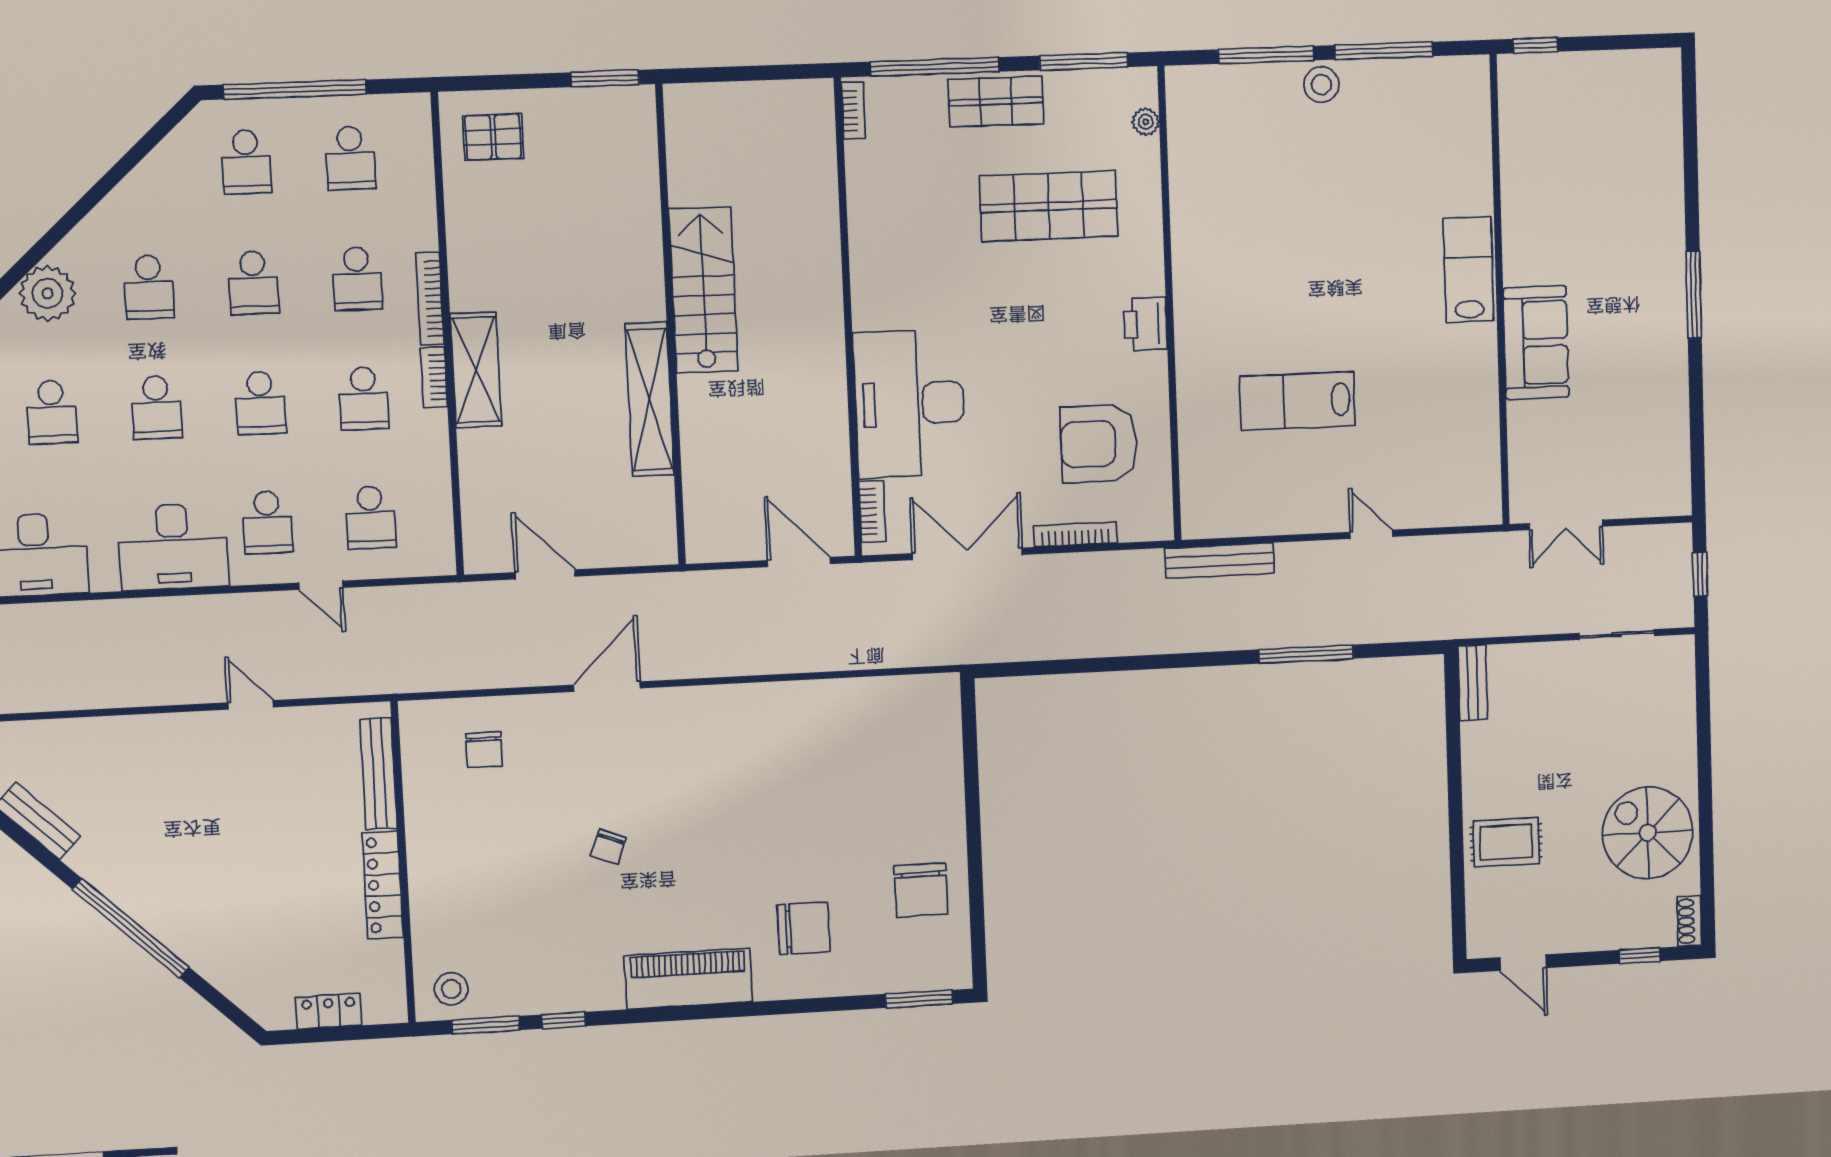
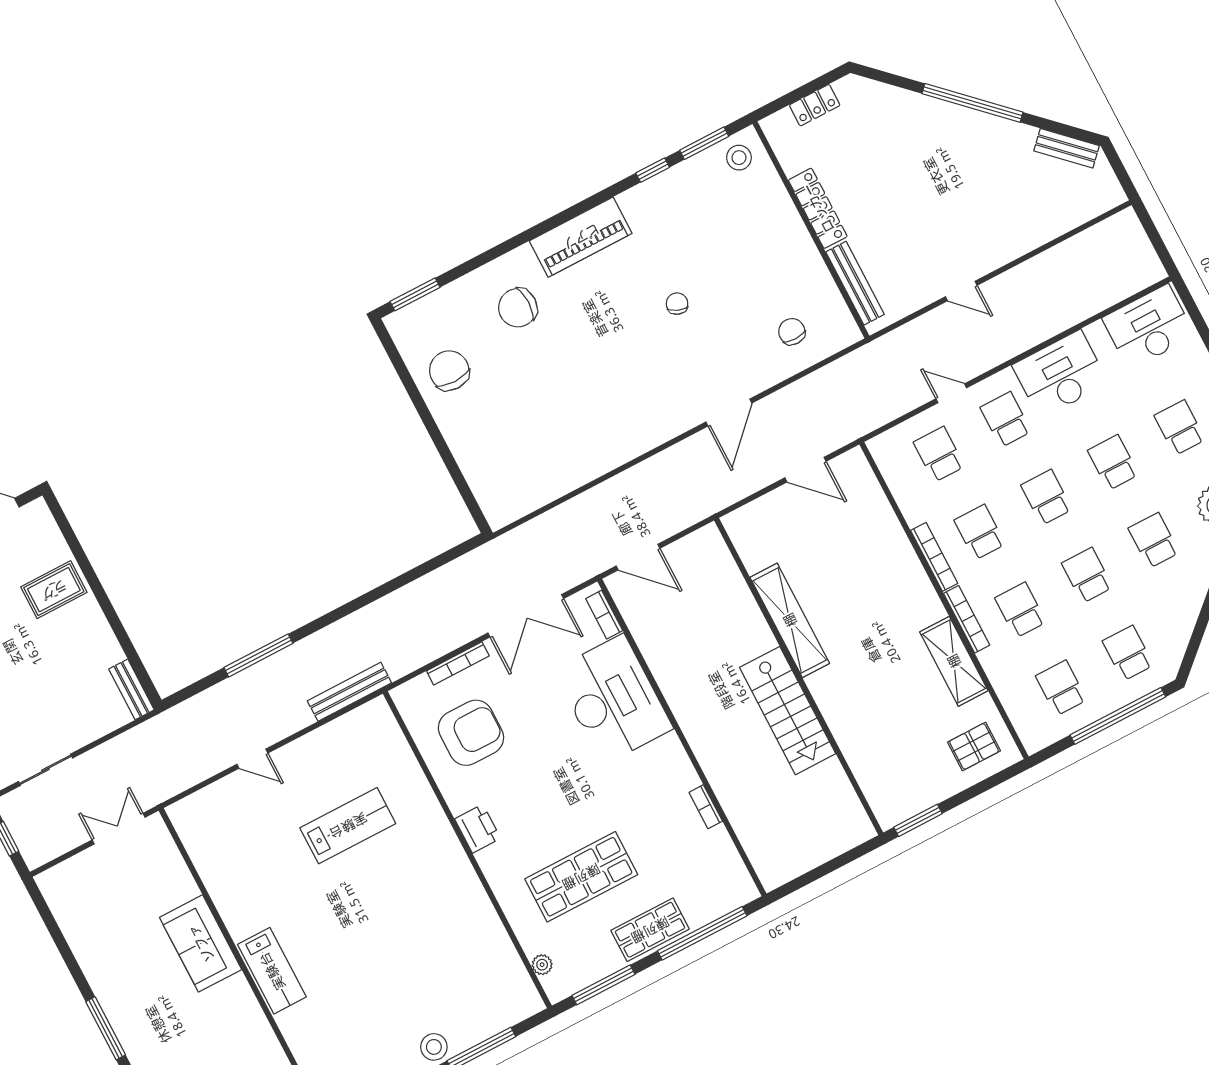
bookcase: (853, 111) -> (706, 807), moved
shelving: (476, 370) -> (954, 661), moved
bookcase: (434, 377) -> (934, 557), width x1.56

